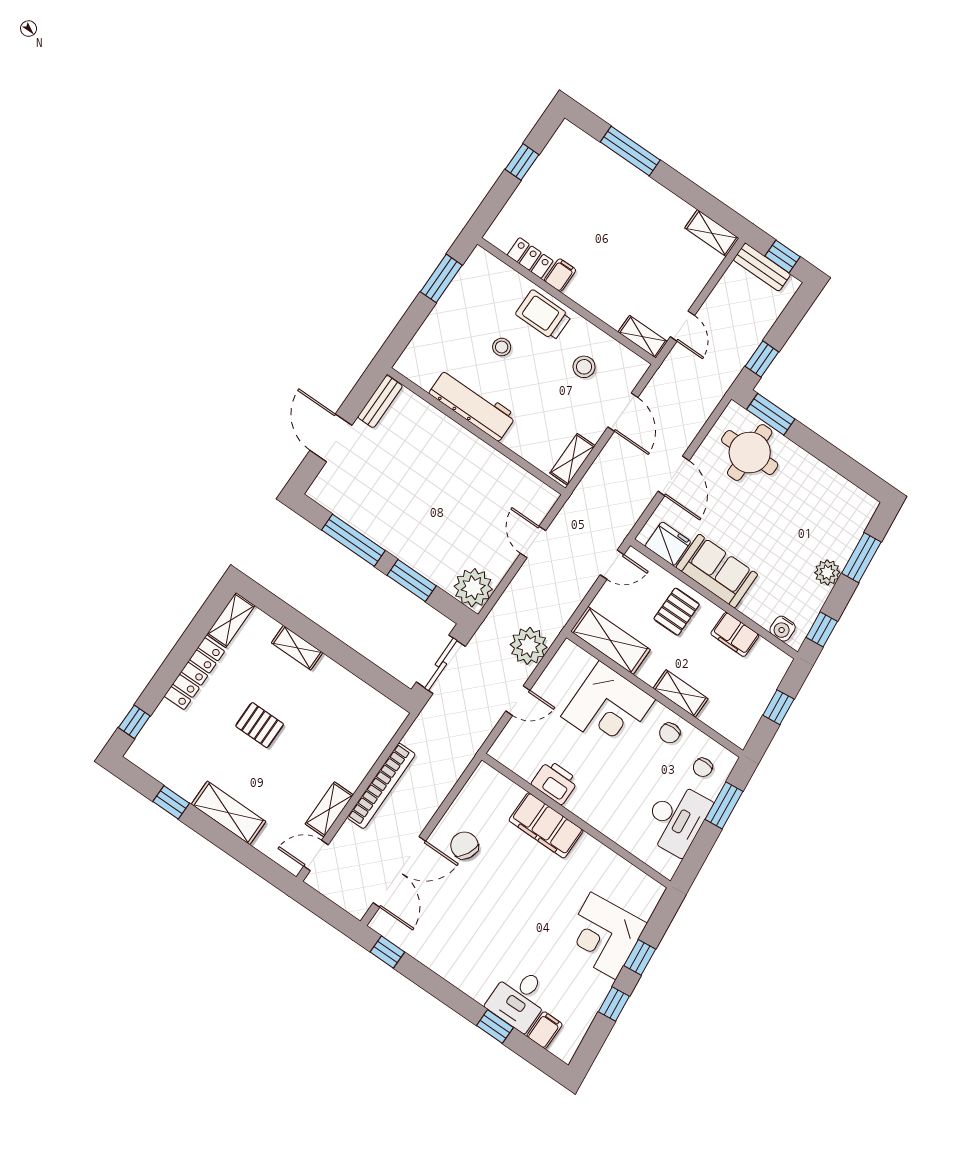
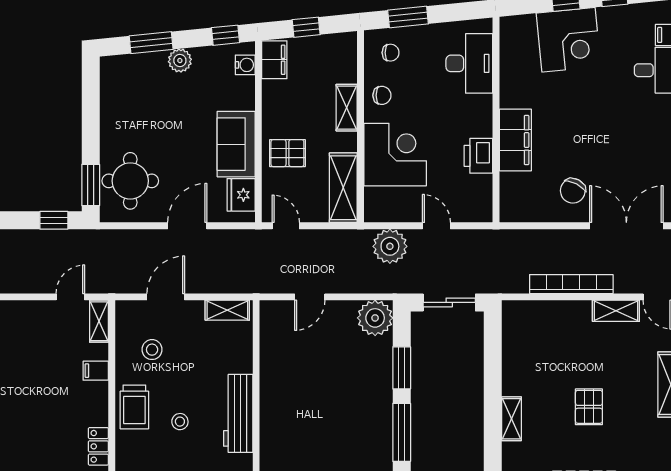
filing cabinet: (560, 275) -> (96, 371), moved
filing cabinet: (735, 634) -> (274, 60), moved
desk: (676, 819) -> (469, 63), moved, turned 96

